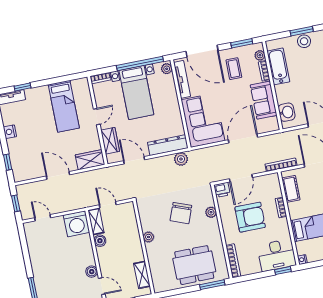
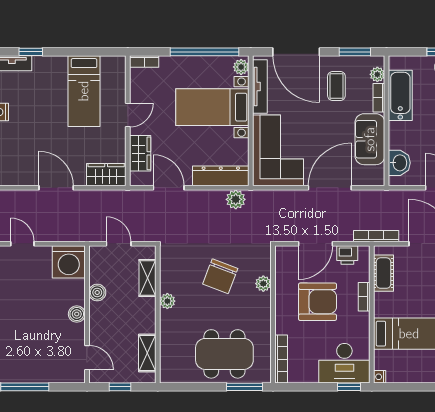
bed with nightstands: (136, 92) -> (212, 107), moved, turned 90
printer: (222, 190) -> (347, 255), moved
shelving: (96, 221) -> (147, 278), moved
boiler: (92, 272) -> (77, 314), moved

